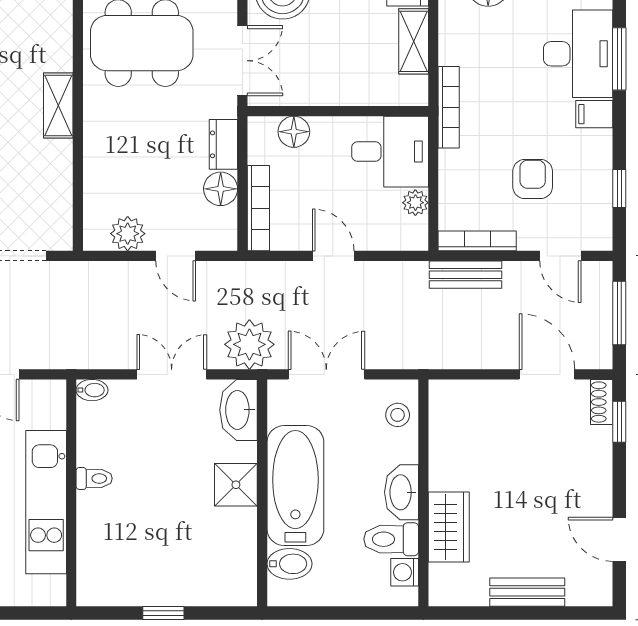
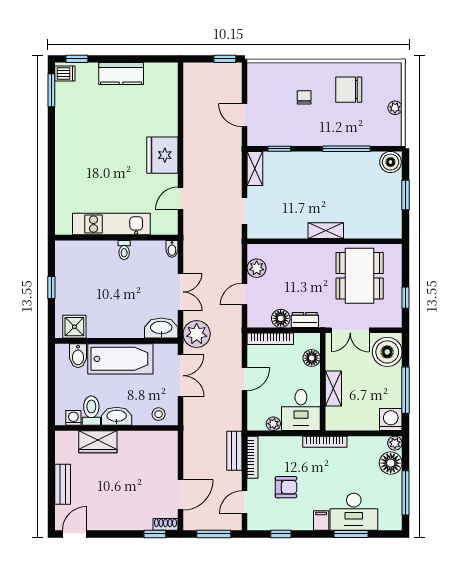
shelving: (414, 41) -> (333, 388), moved, turned 90
shower: (236, 485) -> (74, 327), moved
door: (619, 539) -> (75, 534), moved

